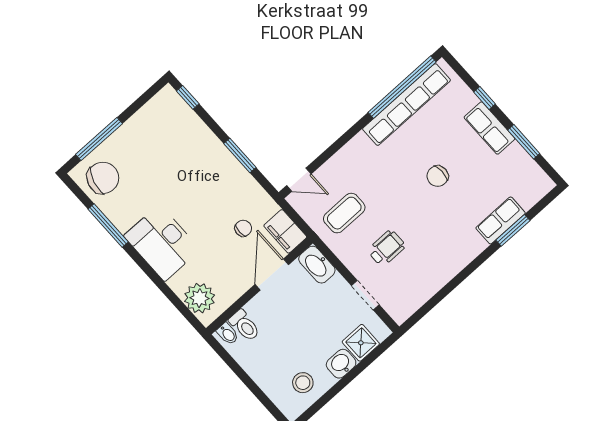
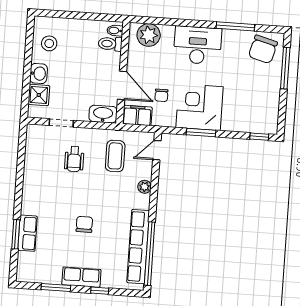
plant: (345, 156) -> (145, 187), added
corner desk: (218, 181) -> (200, 107), added

